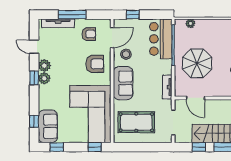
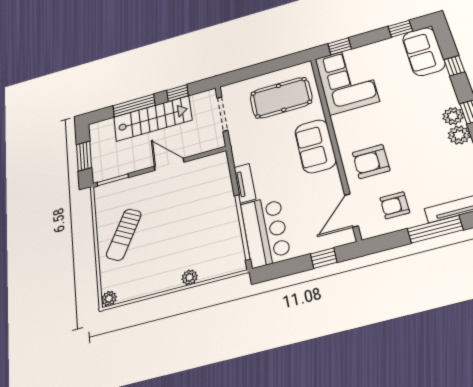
plant: (190, 23) -> (190, 277), moved
stool: (126, 54) -> (321, 191), removed
parasol: (197, 63) -> (198, 209), removed
tv unit: (167, 87) -> (245, 183), moved
door: (195, 98) -> (169, 164), moved
corner sofa: (90, 114) -> (347, 80), width x0.73, depth x0.74
window: (34, 121) -> (454, 66), moved

